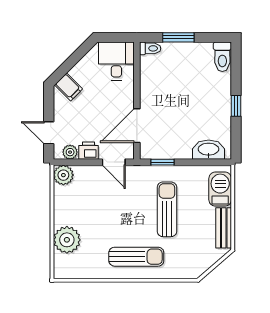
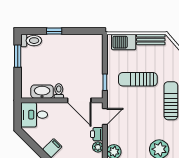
window: (178, 37) -> (18, 56), moved
toilet: (150, 48) -> (59, 91), moved
window: (236, 106) -> (54, 31), moved
washbasin: (208, 150) -> (42, 92), moved, turned 90

